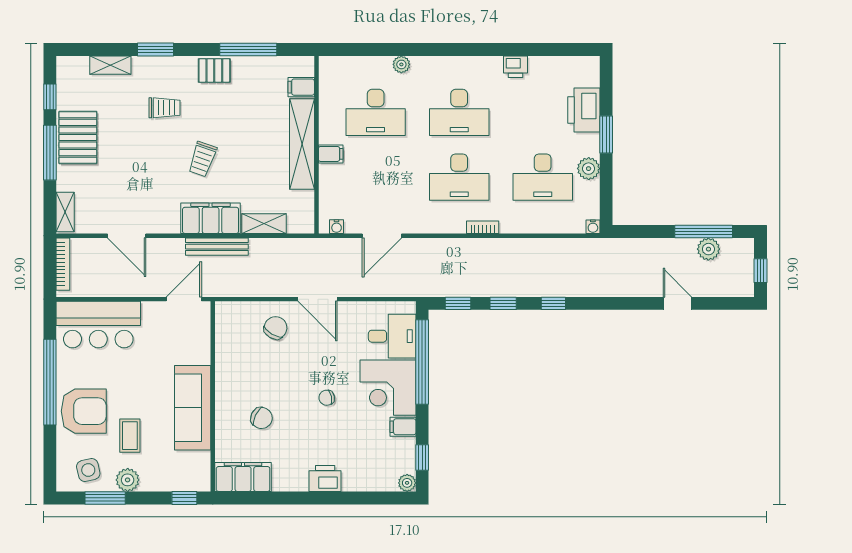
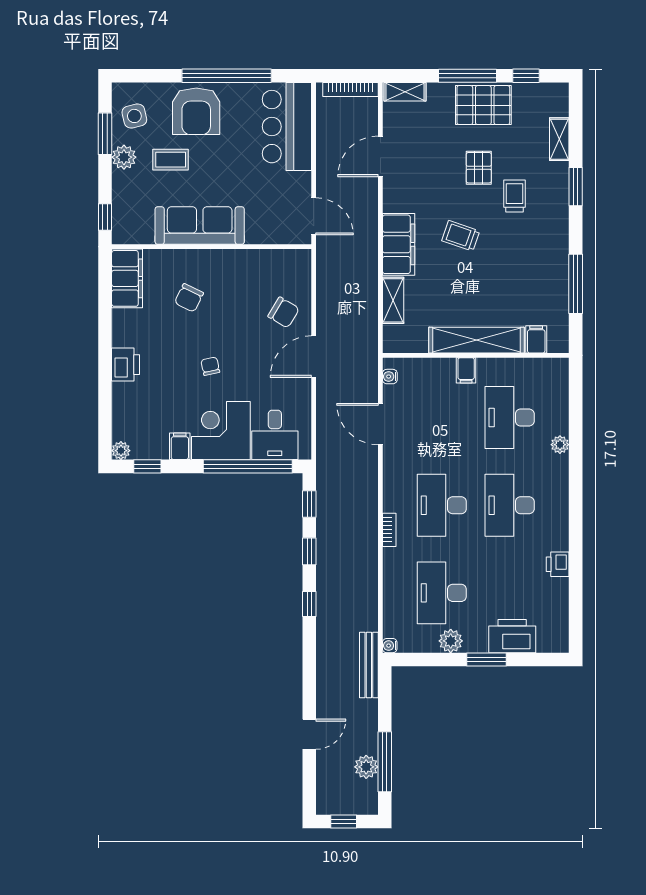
pallet: (214, 70) -> (479, 168), moved
trolley: (164, 108) -> (515, 196), turned 180
bench: (217, 247) -> (369, 665), moved

